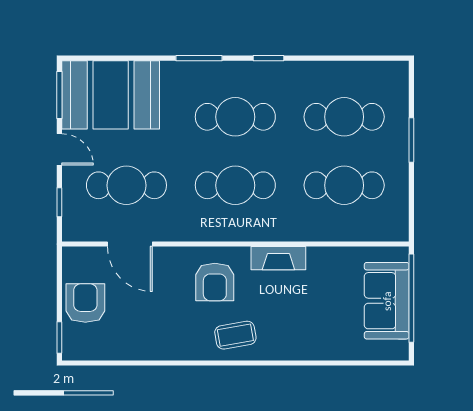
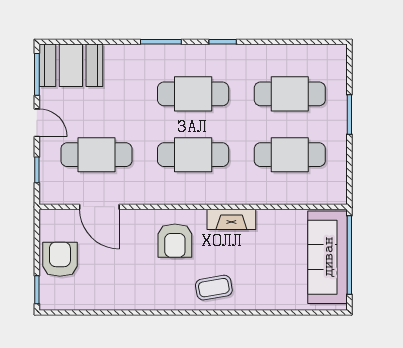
booth: (111, 95) -> (71, 65), width x0.73, depth x0.70
sofa: (387, 301) -> (328, 257), width x1.36
coffee table: (235, 335) -> (214, 288), moved

